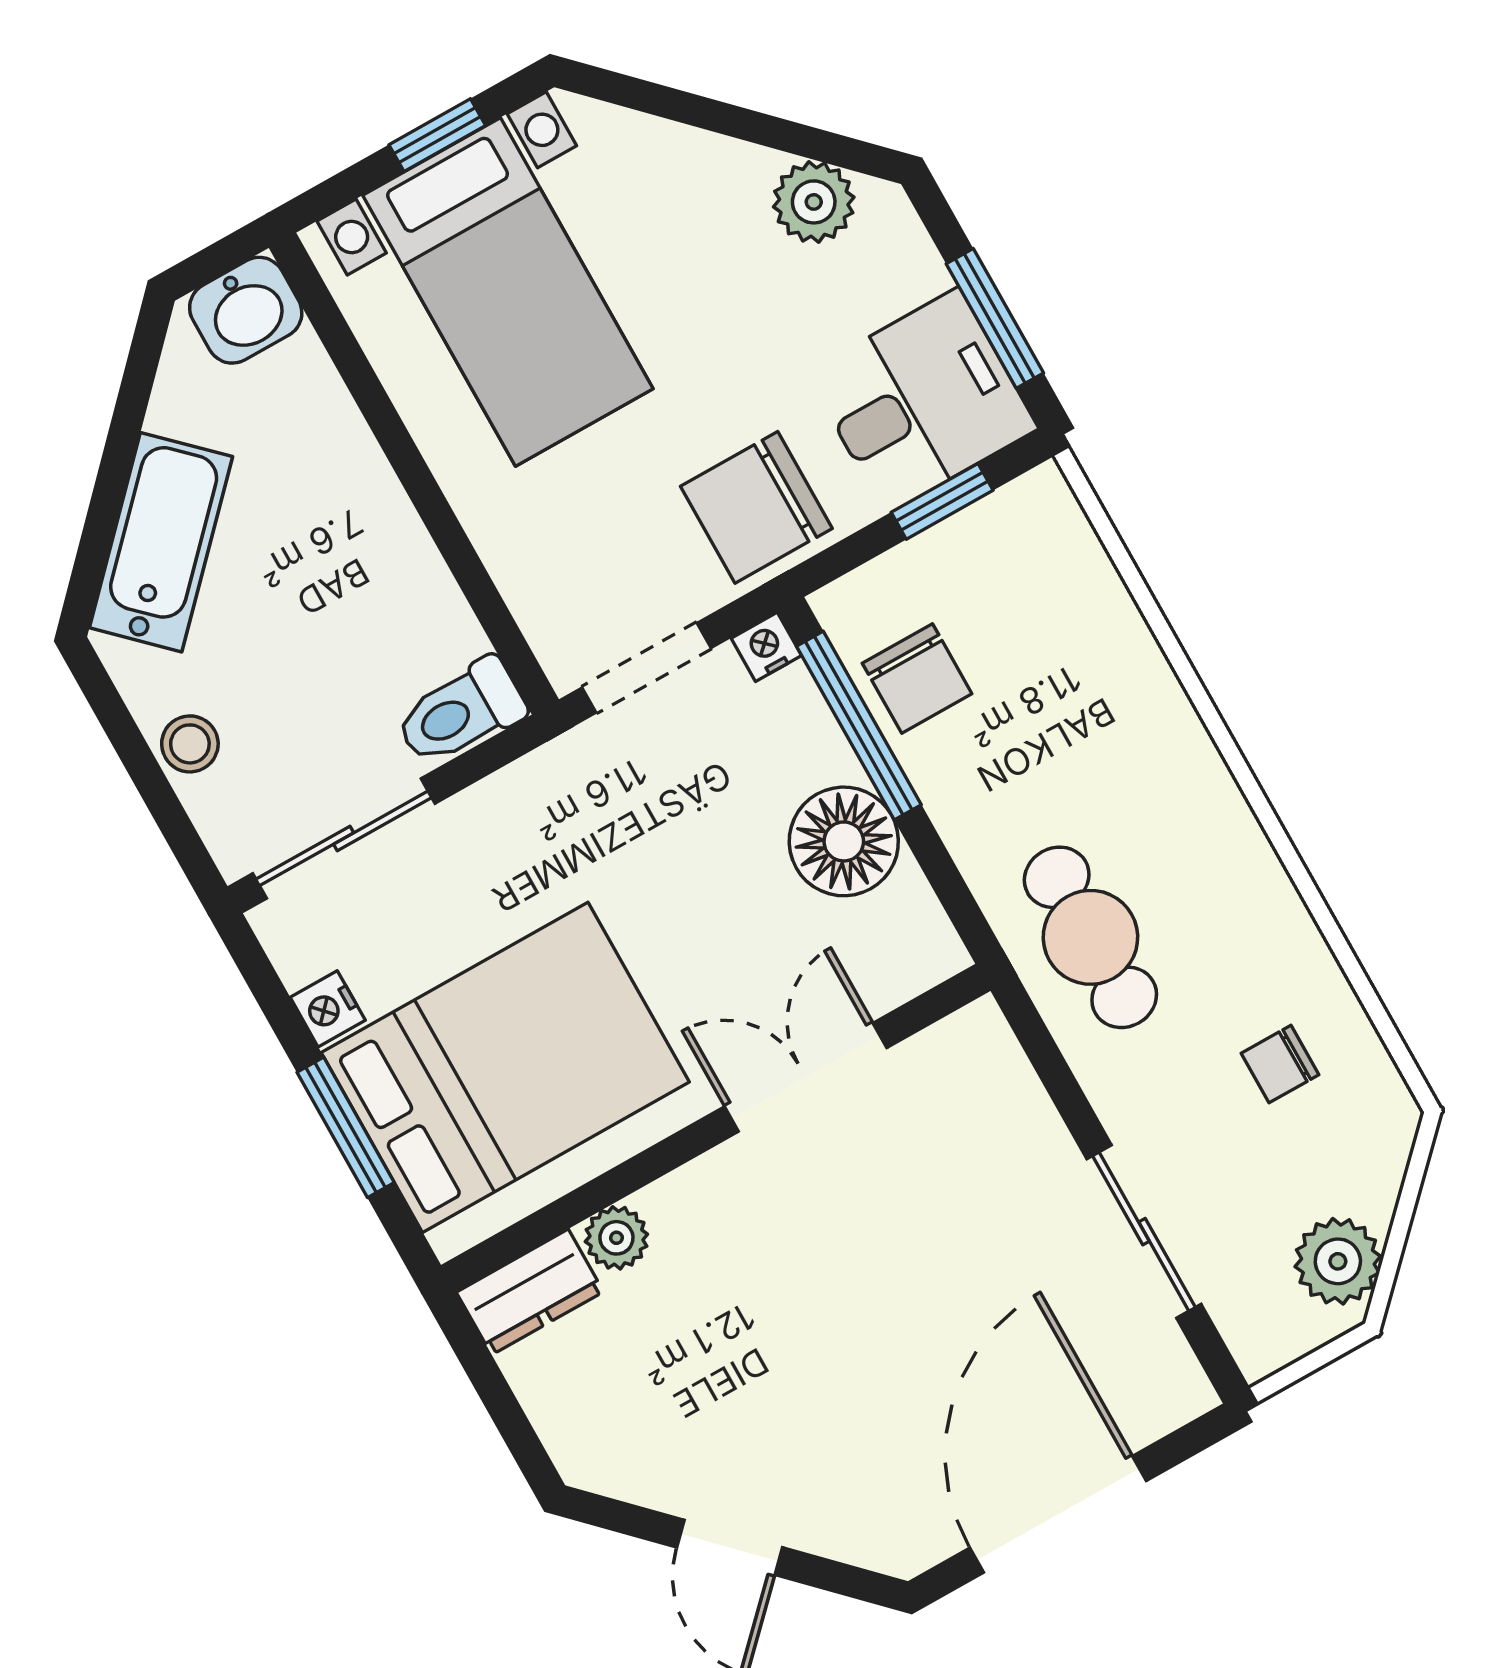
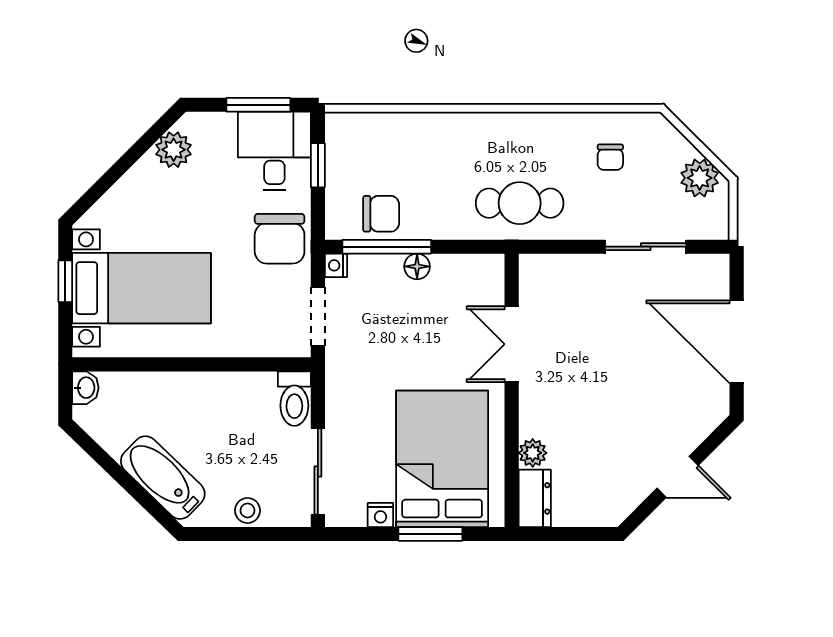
washbasin: (246, 310) -> (85, 388), width x0.72, depth x0.69
floor lamp: (844, 841) -> (417, 266), width x0.53, depth x0.53

